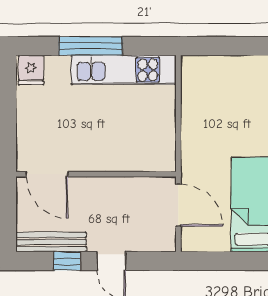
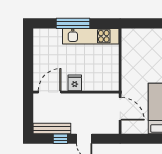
fridge: (31, 70) -> (75, 83), moved, turned 180
door: (47, 174) -> (50, 92), swing flipped

